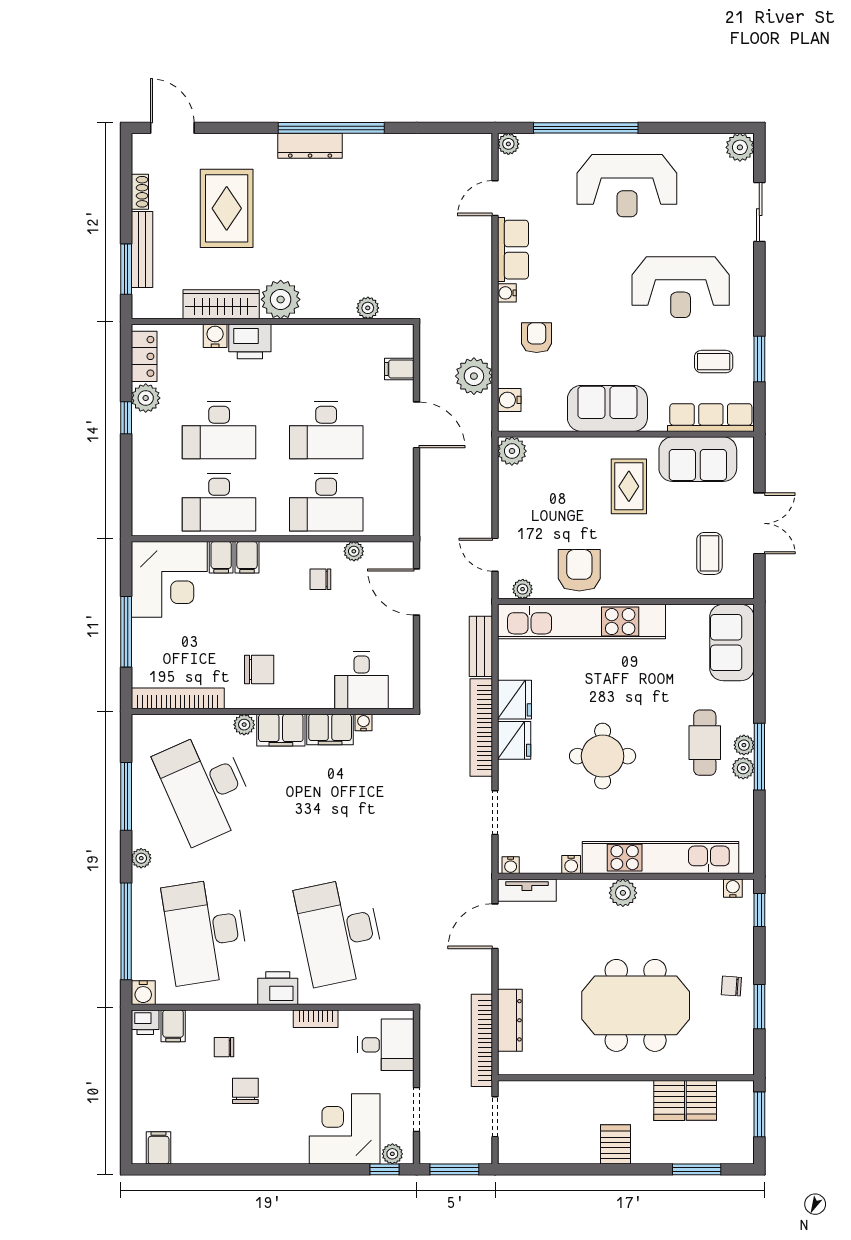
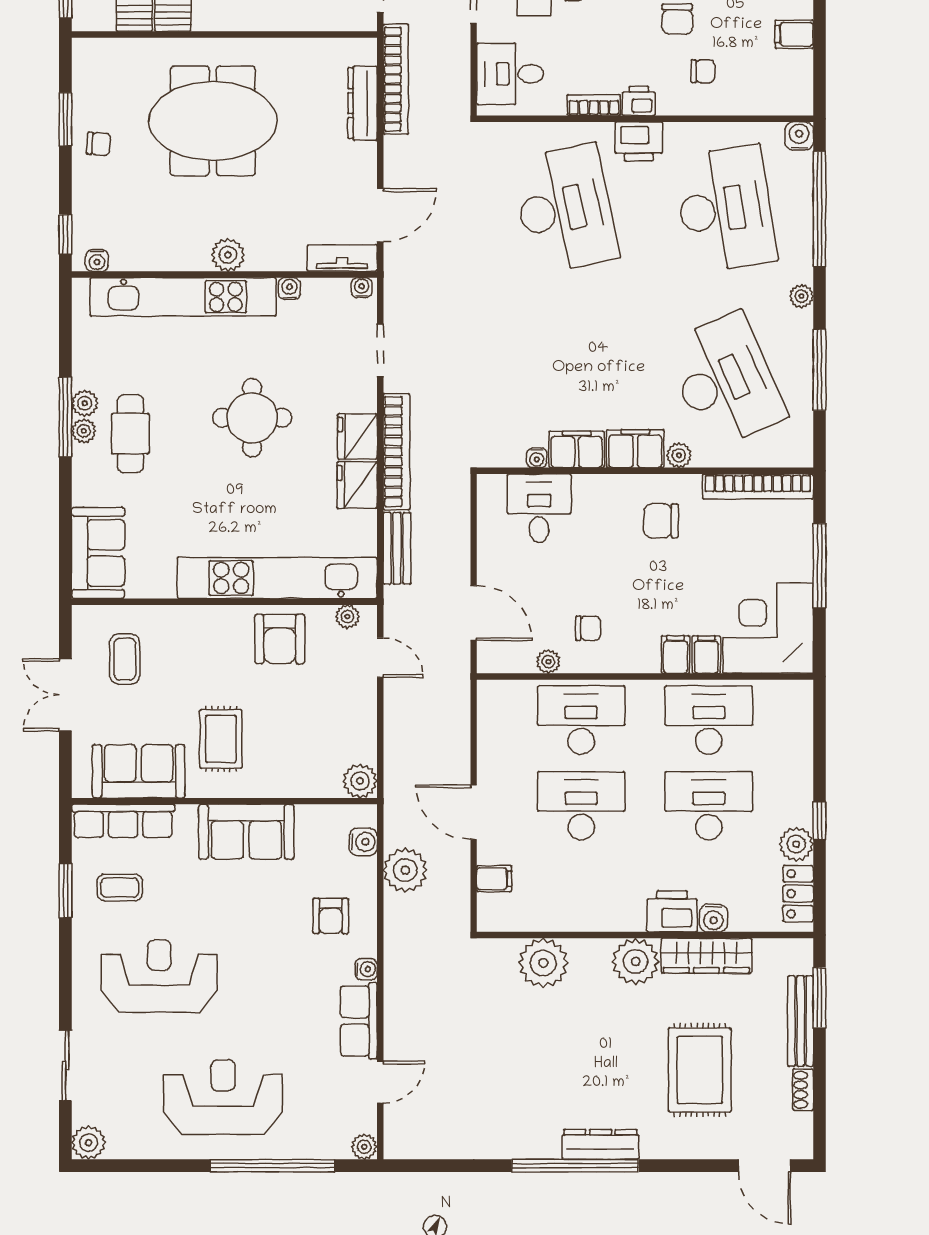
plant: (368, 308) -> (543, 963), width x1.87, depth x1.87
printer: (145, 1022) -> (639, 101), moved
filing cabinet: (173, 1026) -> (794, 34), moved, turned -90

